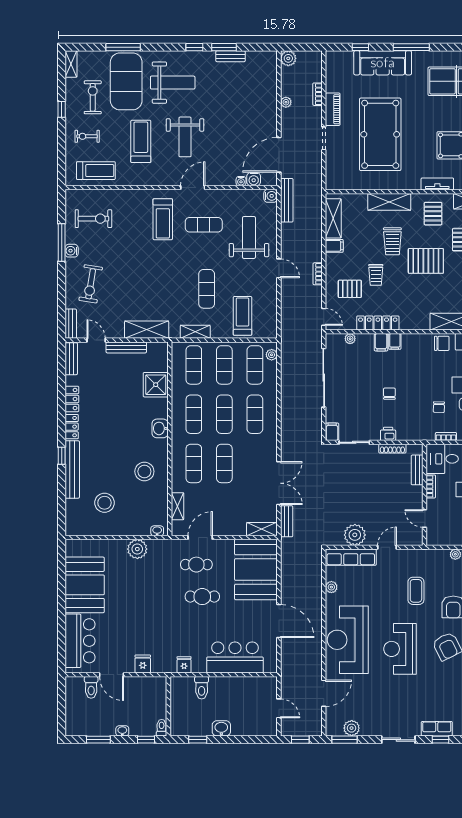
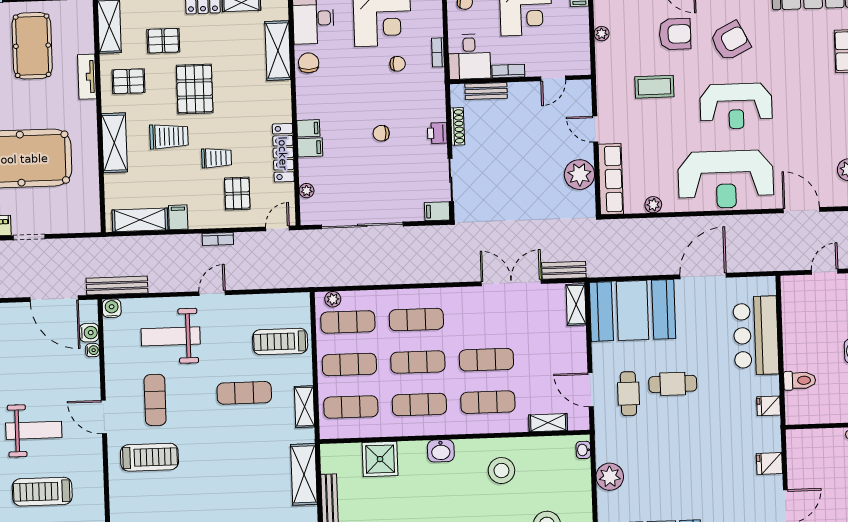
cafe table: (202, 597) -> (673, 384), turned 90

